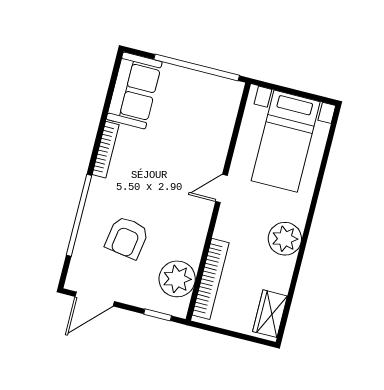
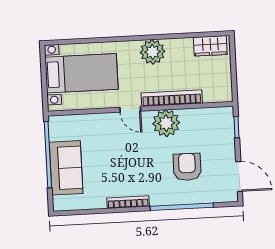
sofa: (134, 91) -> (66, 168), moved, turned 90
armchair: (127, 237) -> (187, 167), turned -99
plant: (177, 279) -> (166, 123), moved
bookcase: (211, 279) -> (172, 98), moved

